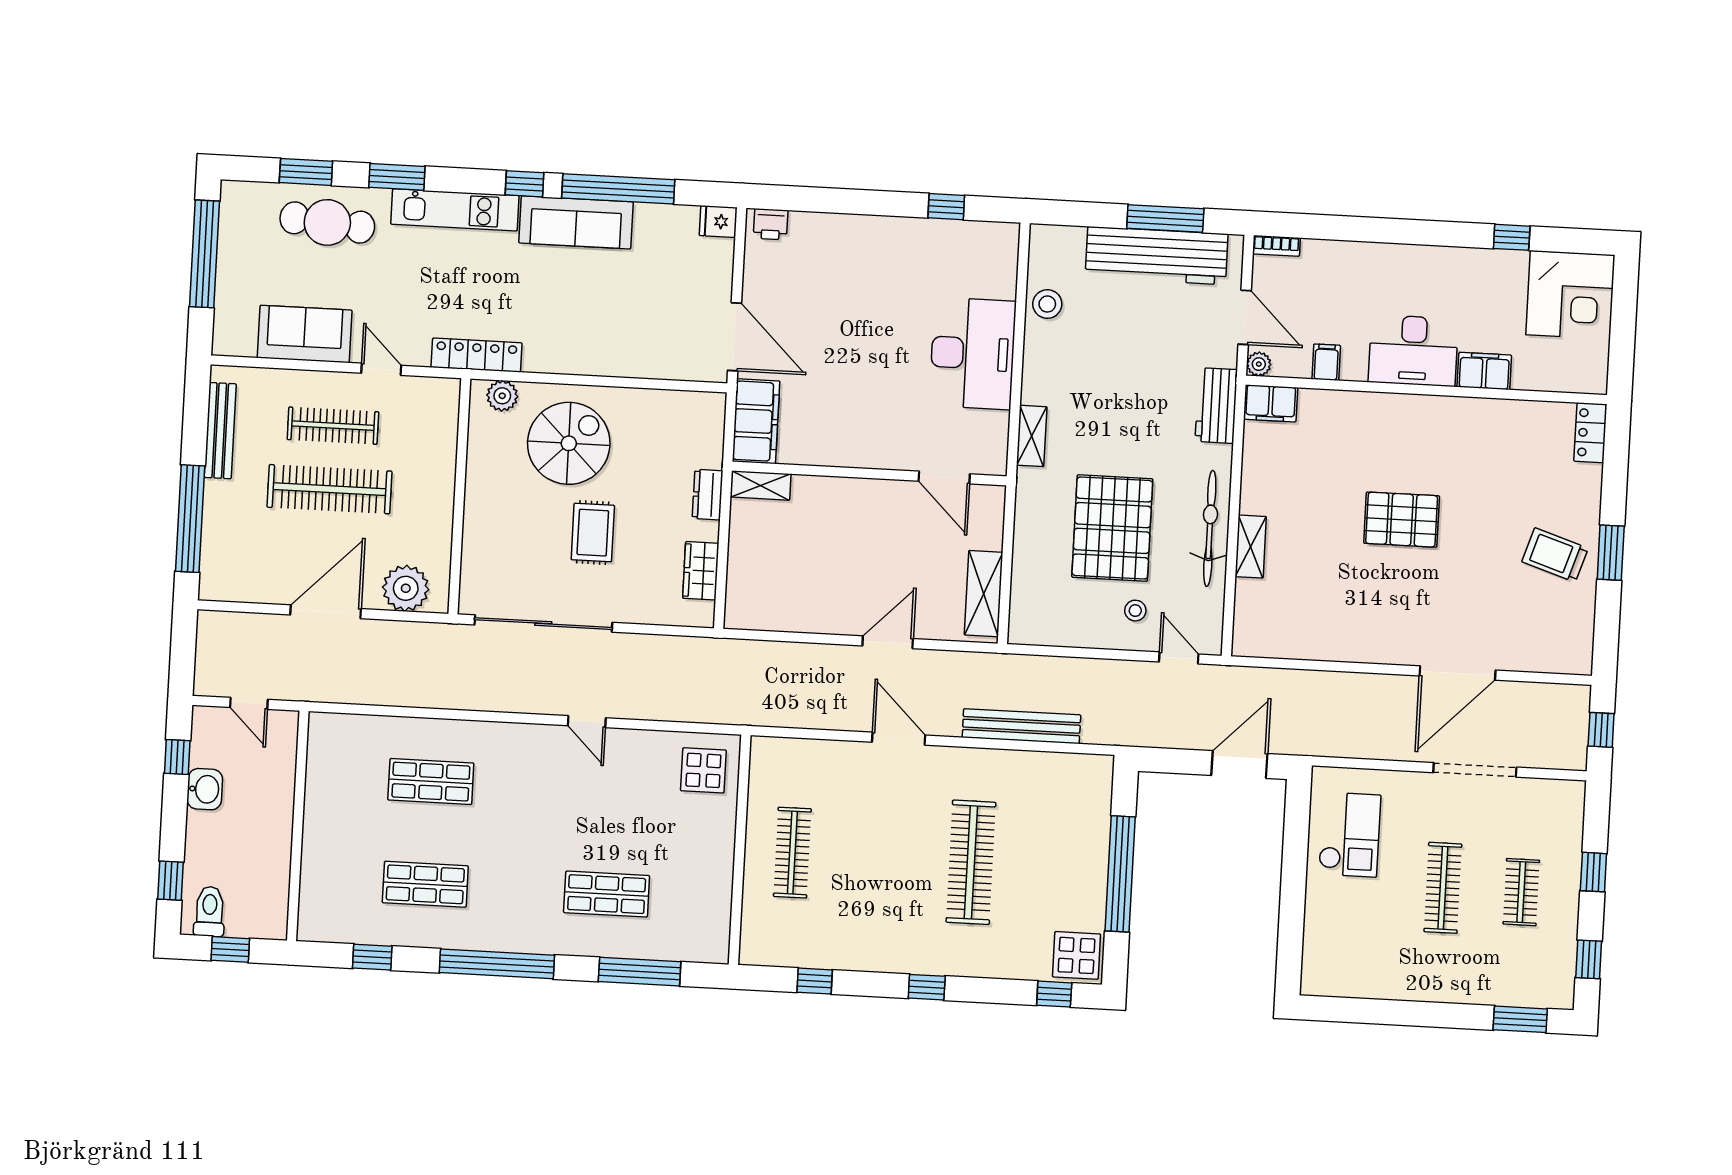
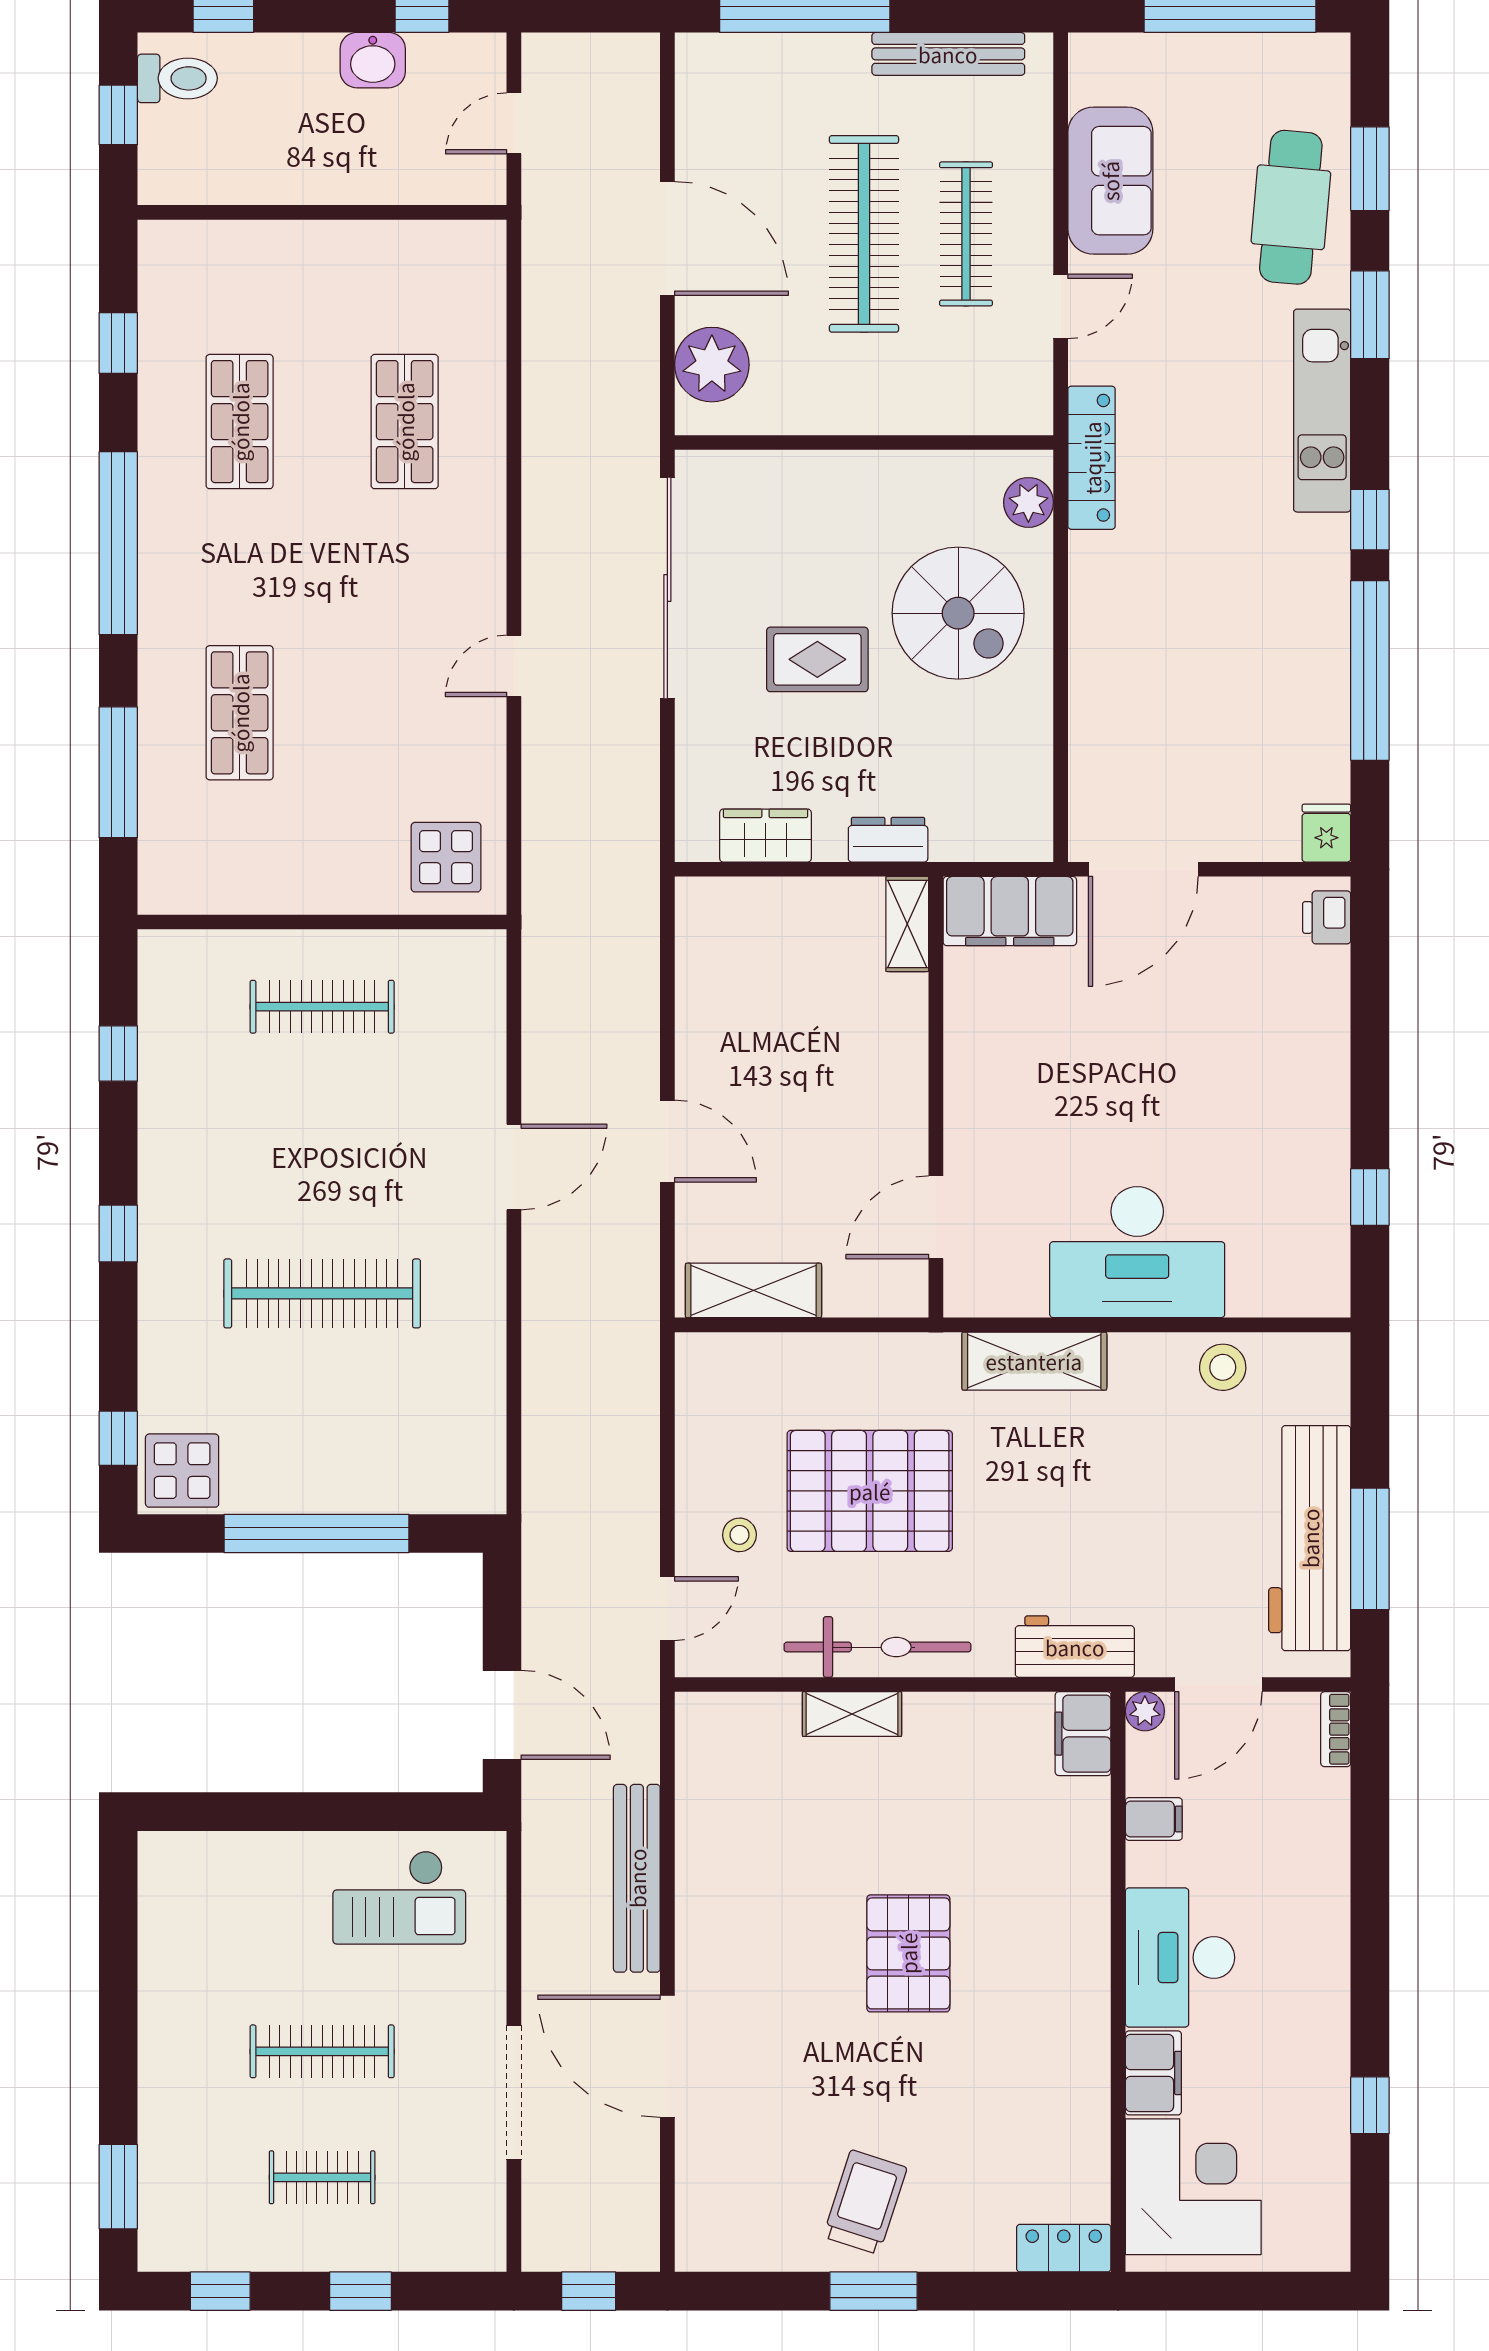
sofa: (576, 222) -> (1313, 606), removed
corner desk: (1570, 295) -> (1193, 2187), moved, turned 180
shelving: (1032, 436) -> (1034, 1361), width x1.50, depth x1.33
bench: (1021, 726) -> (637, 1878), moved

